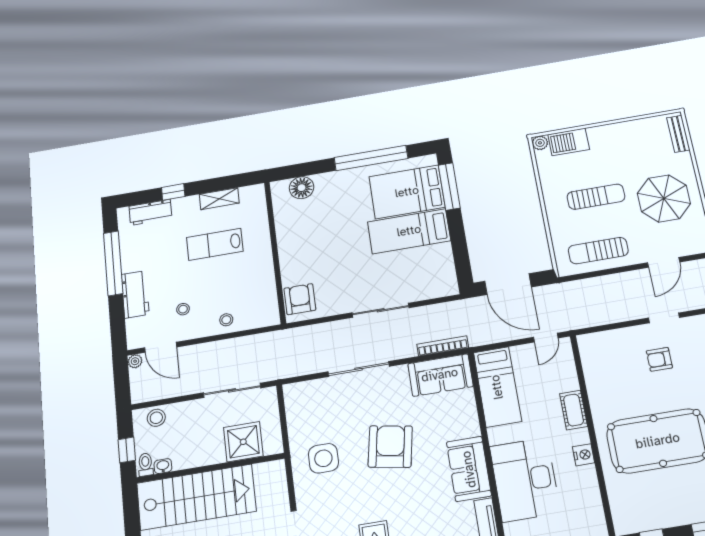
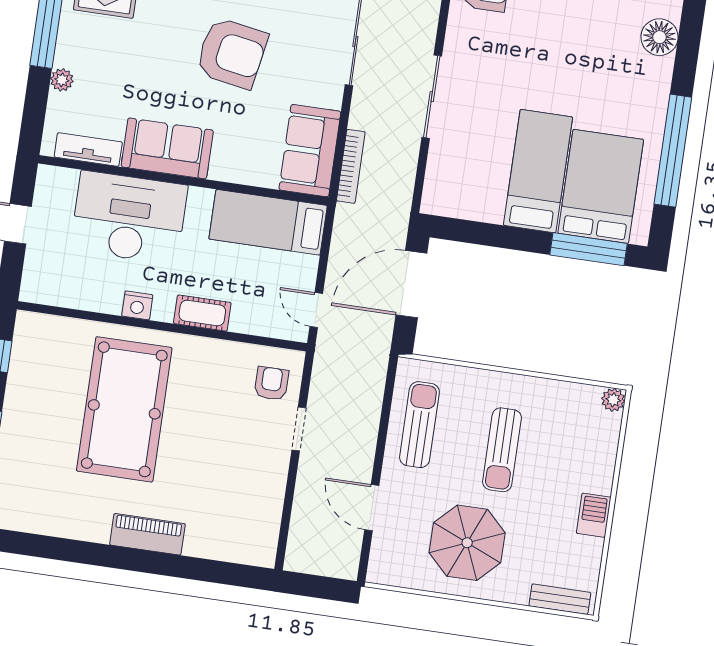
barbecue: (569, 142) -> (594, 515), moved, width x0.73, depth x0.79
doorway: (664, 318) -> (299, 429), moved
armchair: (659, 359) -> (271, 383), moved

